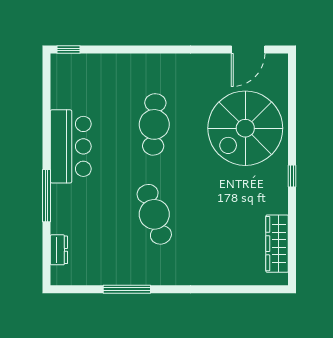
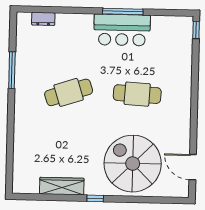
window: (47, 196) -> (123, 11), moved
wardrobe: (277, 244) -> (62, 186), moved

